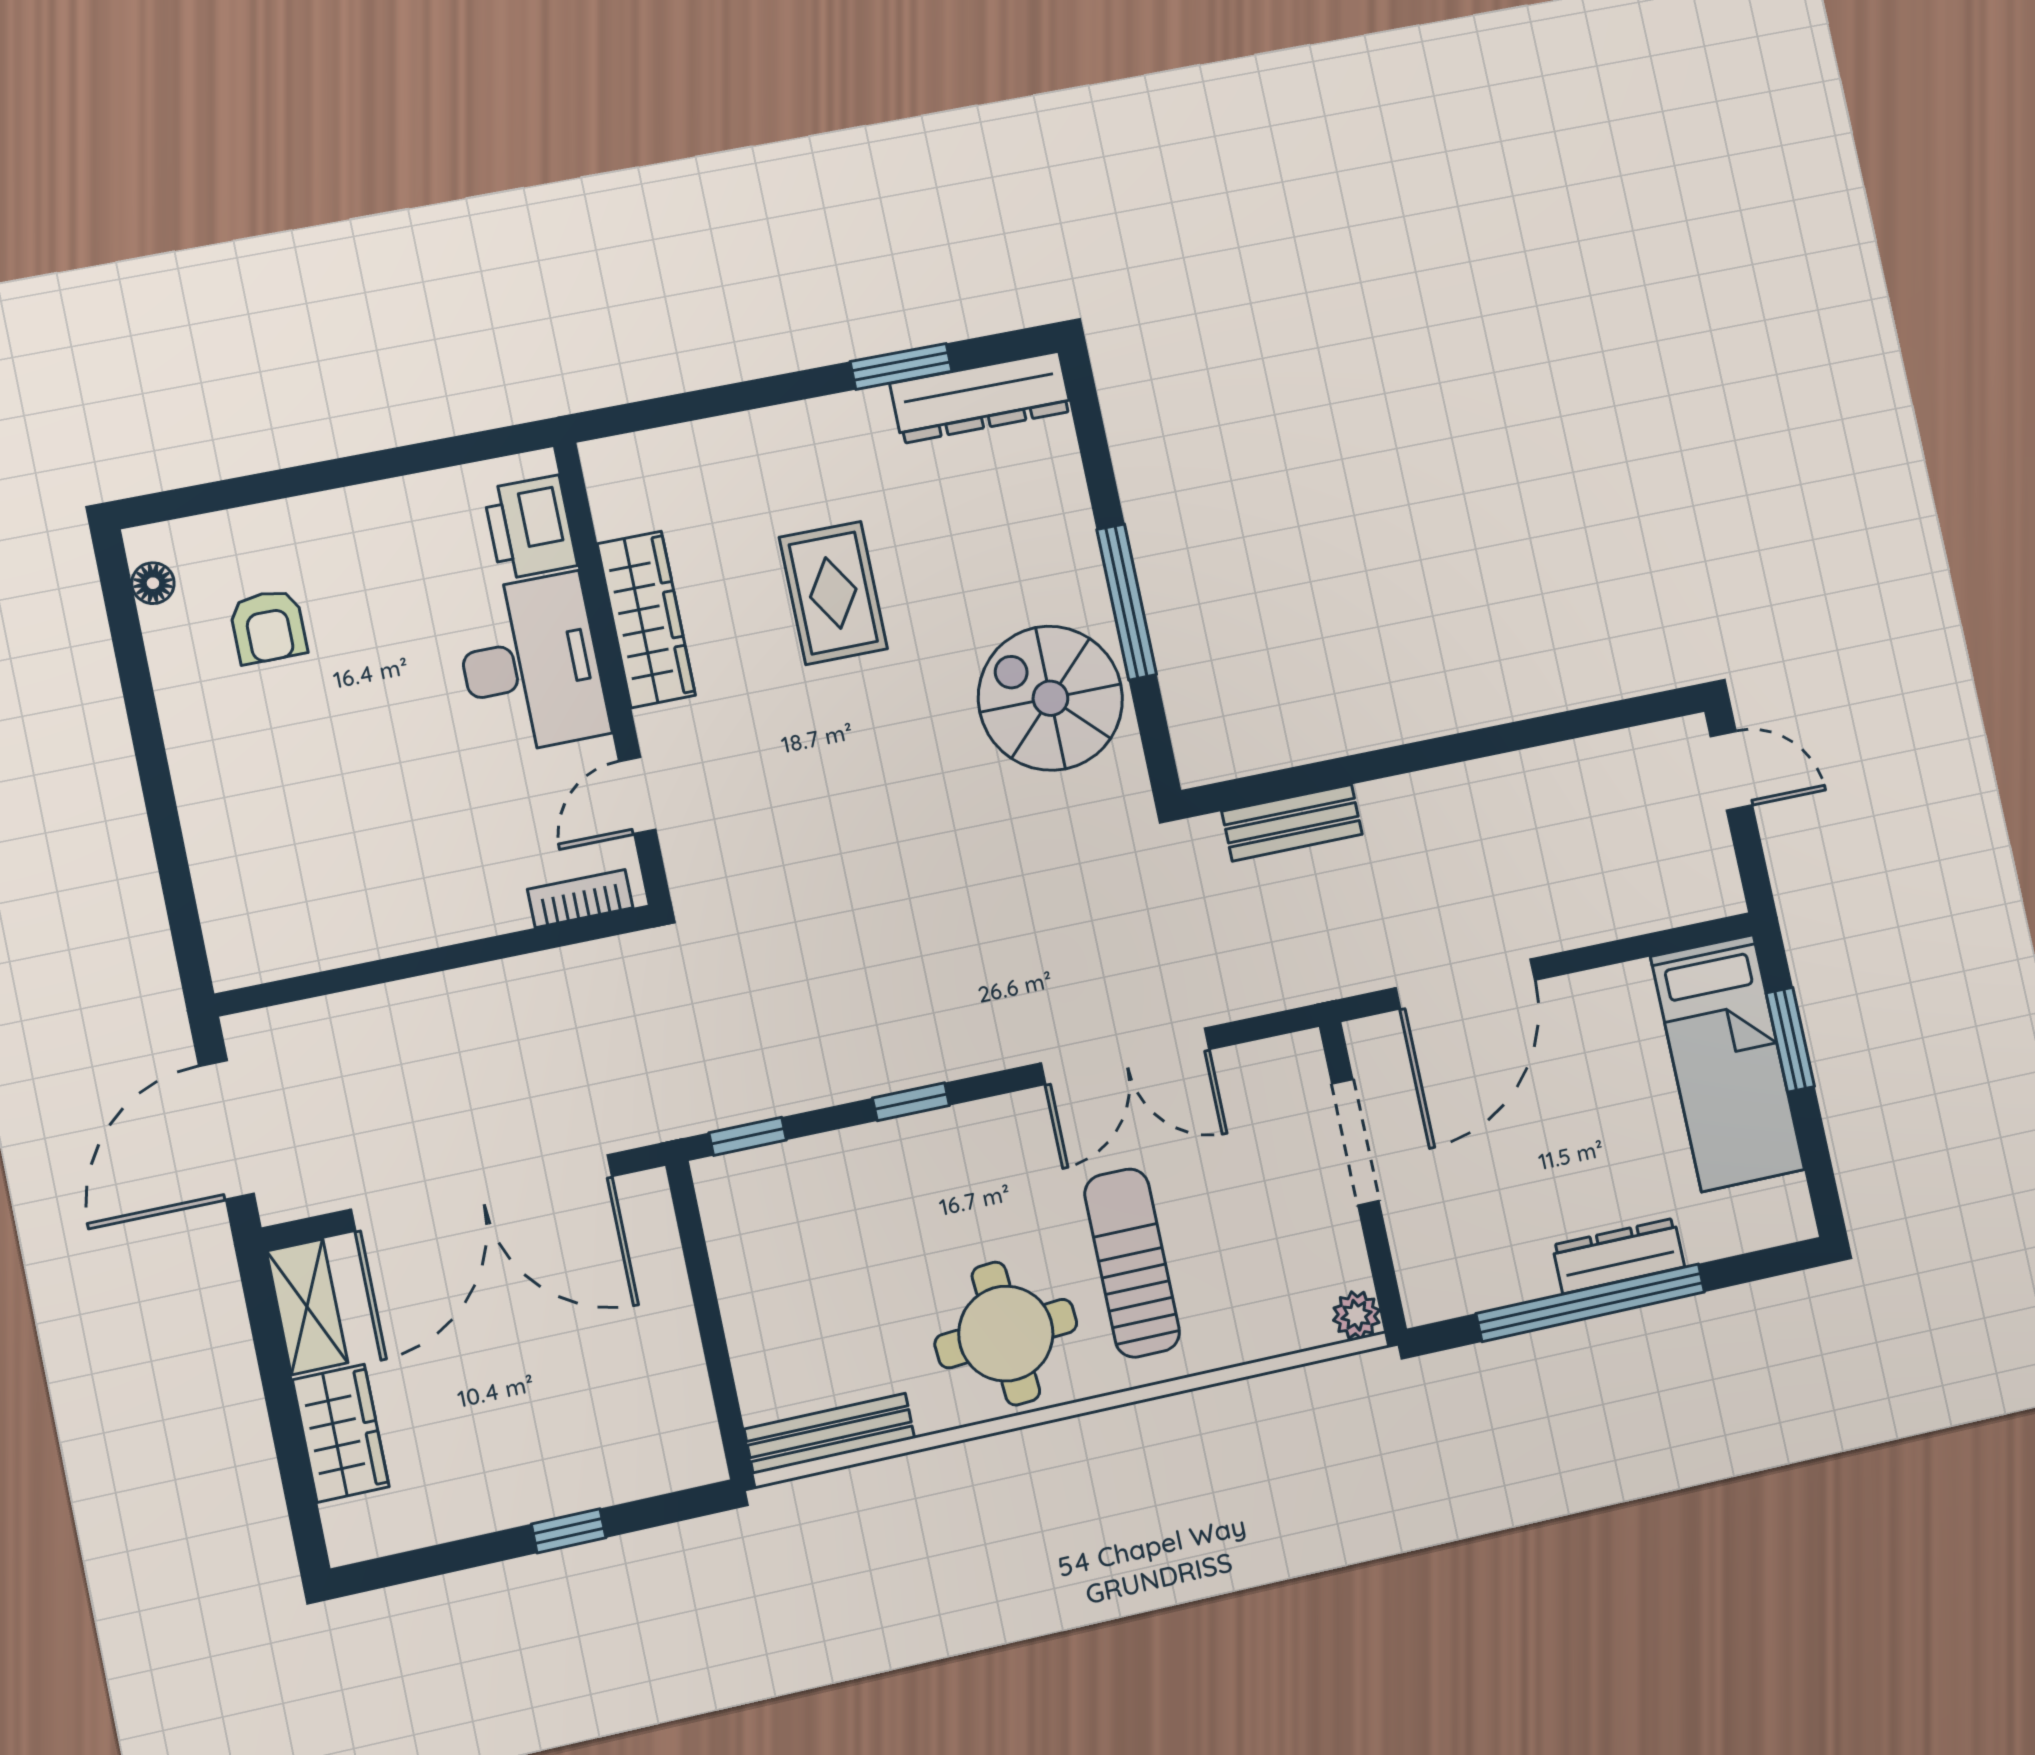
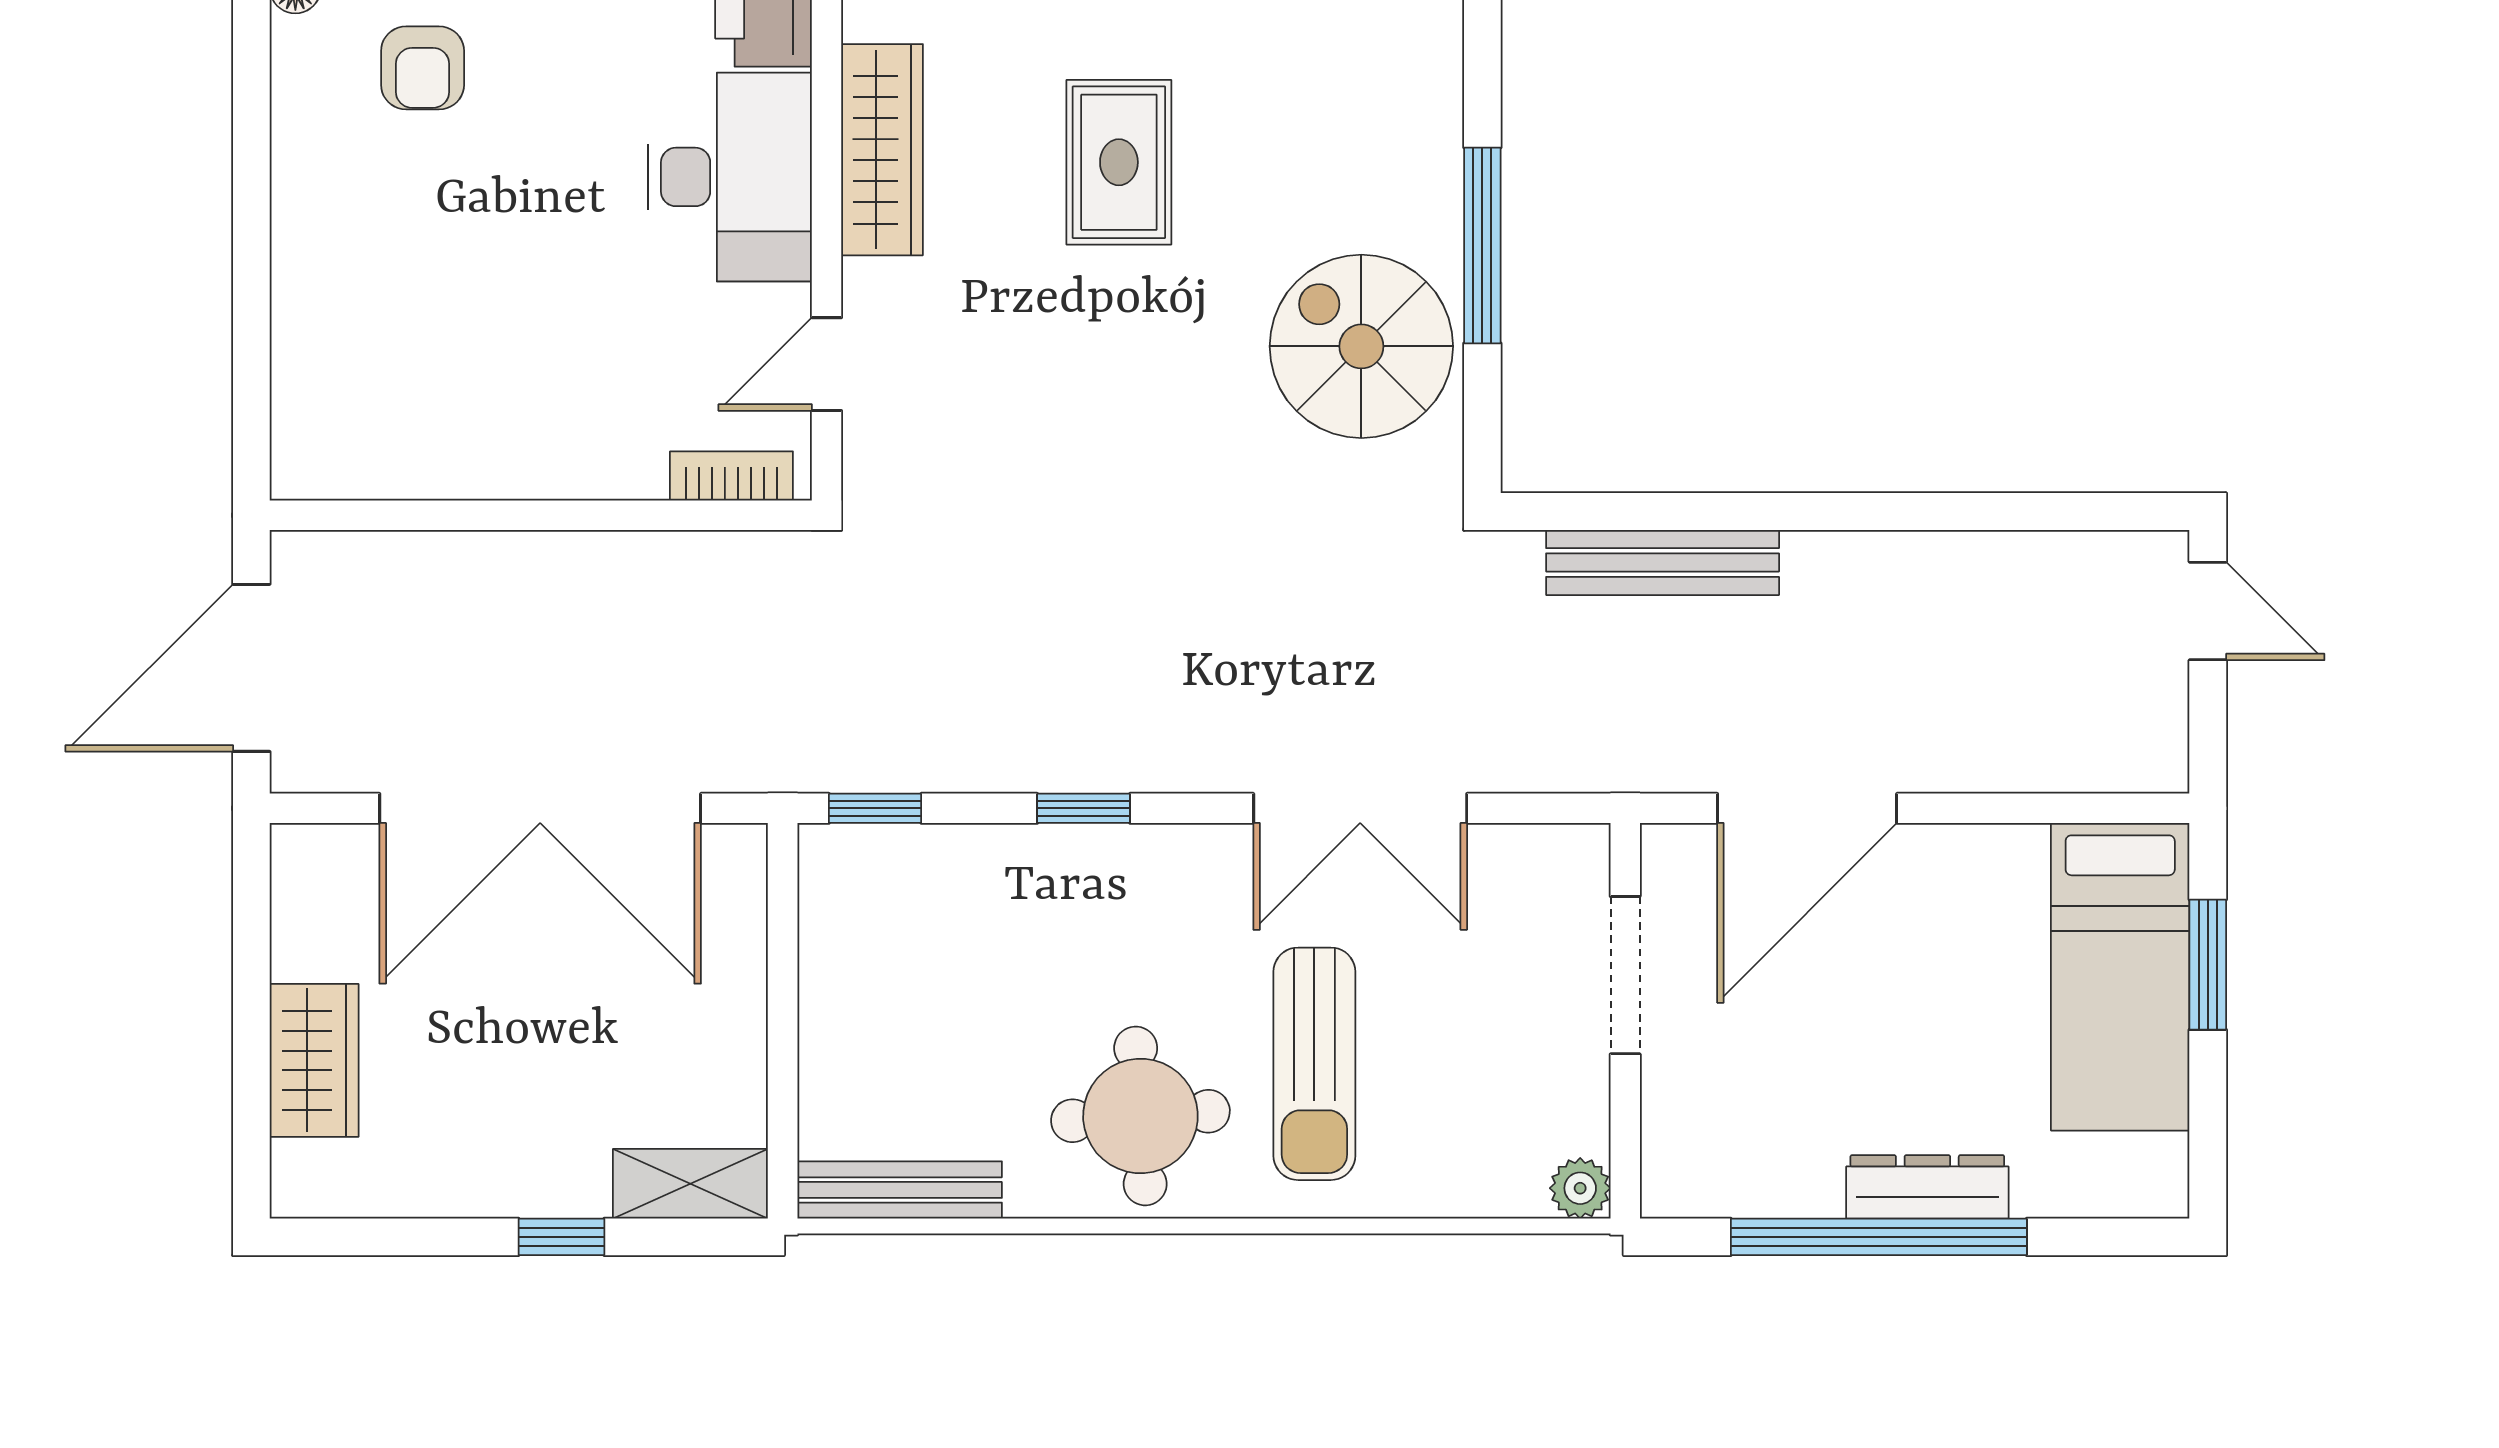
bench: (1292, 823) -> (1663, 562), width x1.36
sun lounger: (1132, 1263) -> (1314, 1064), turned 180
shelving: (307, 1307) -> (690, 1184), moved, turned 90

